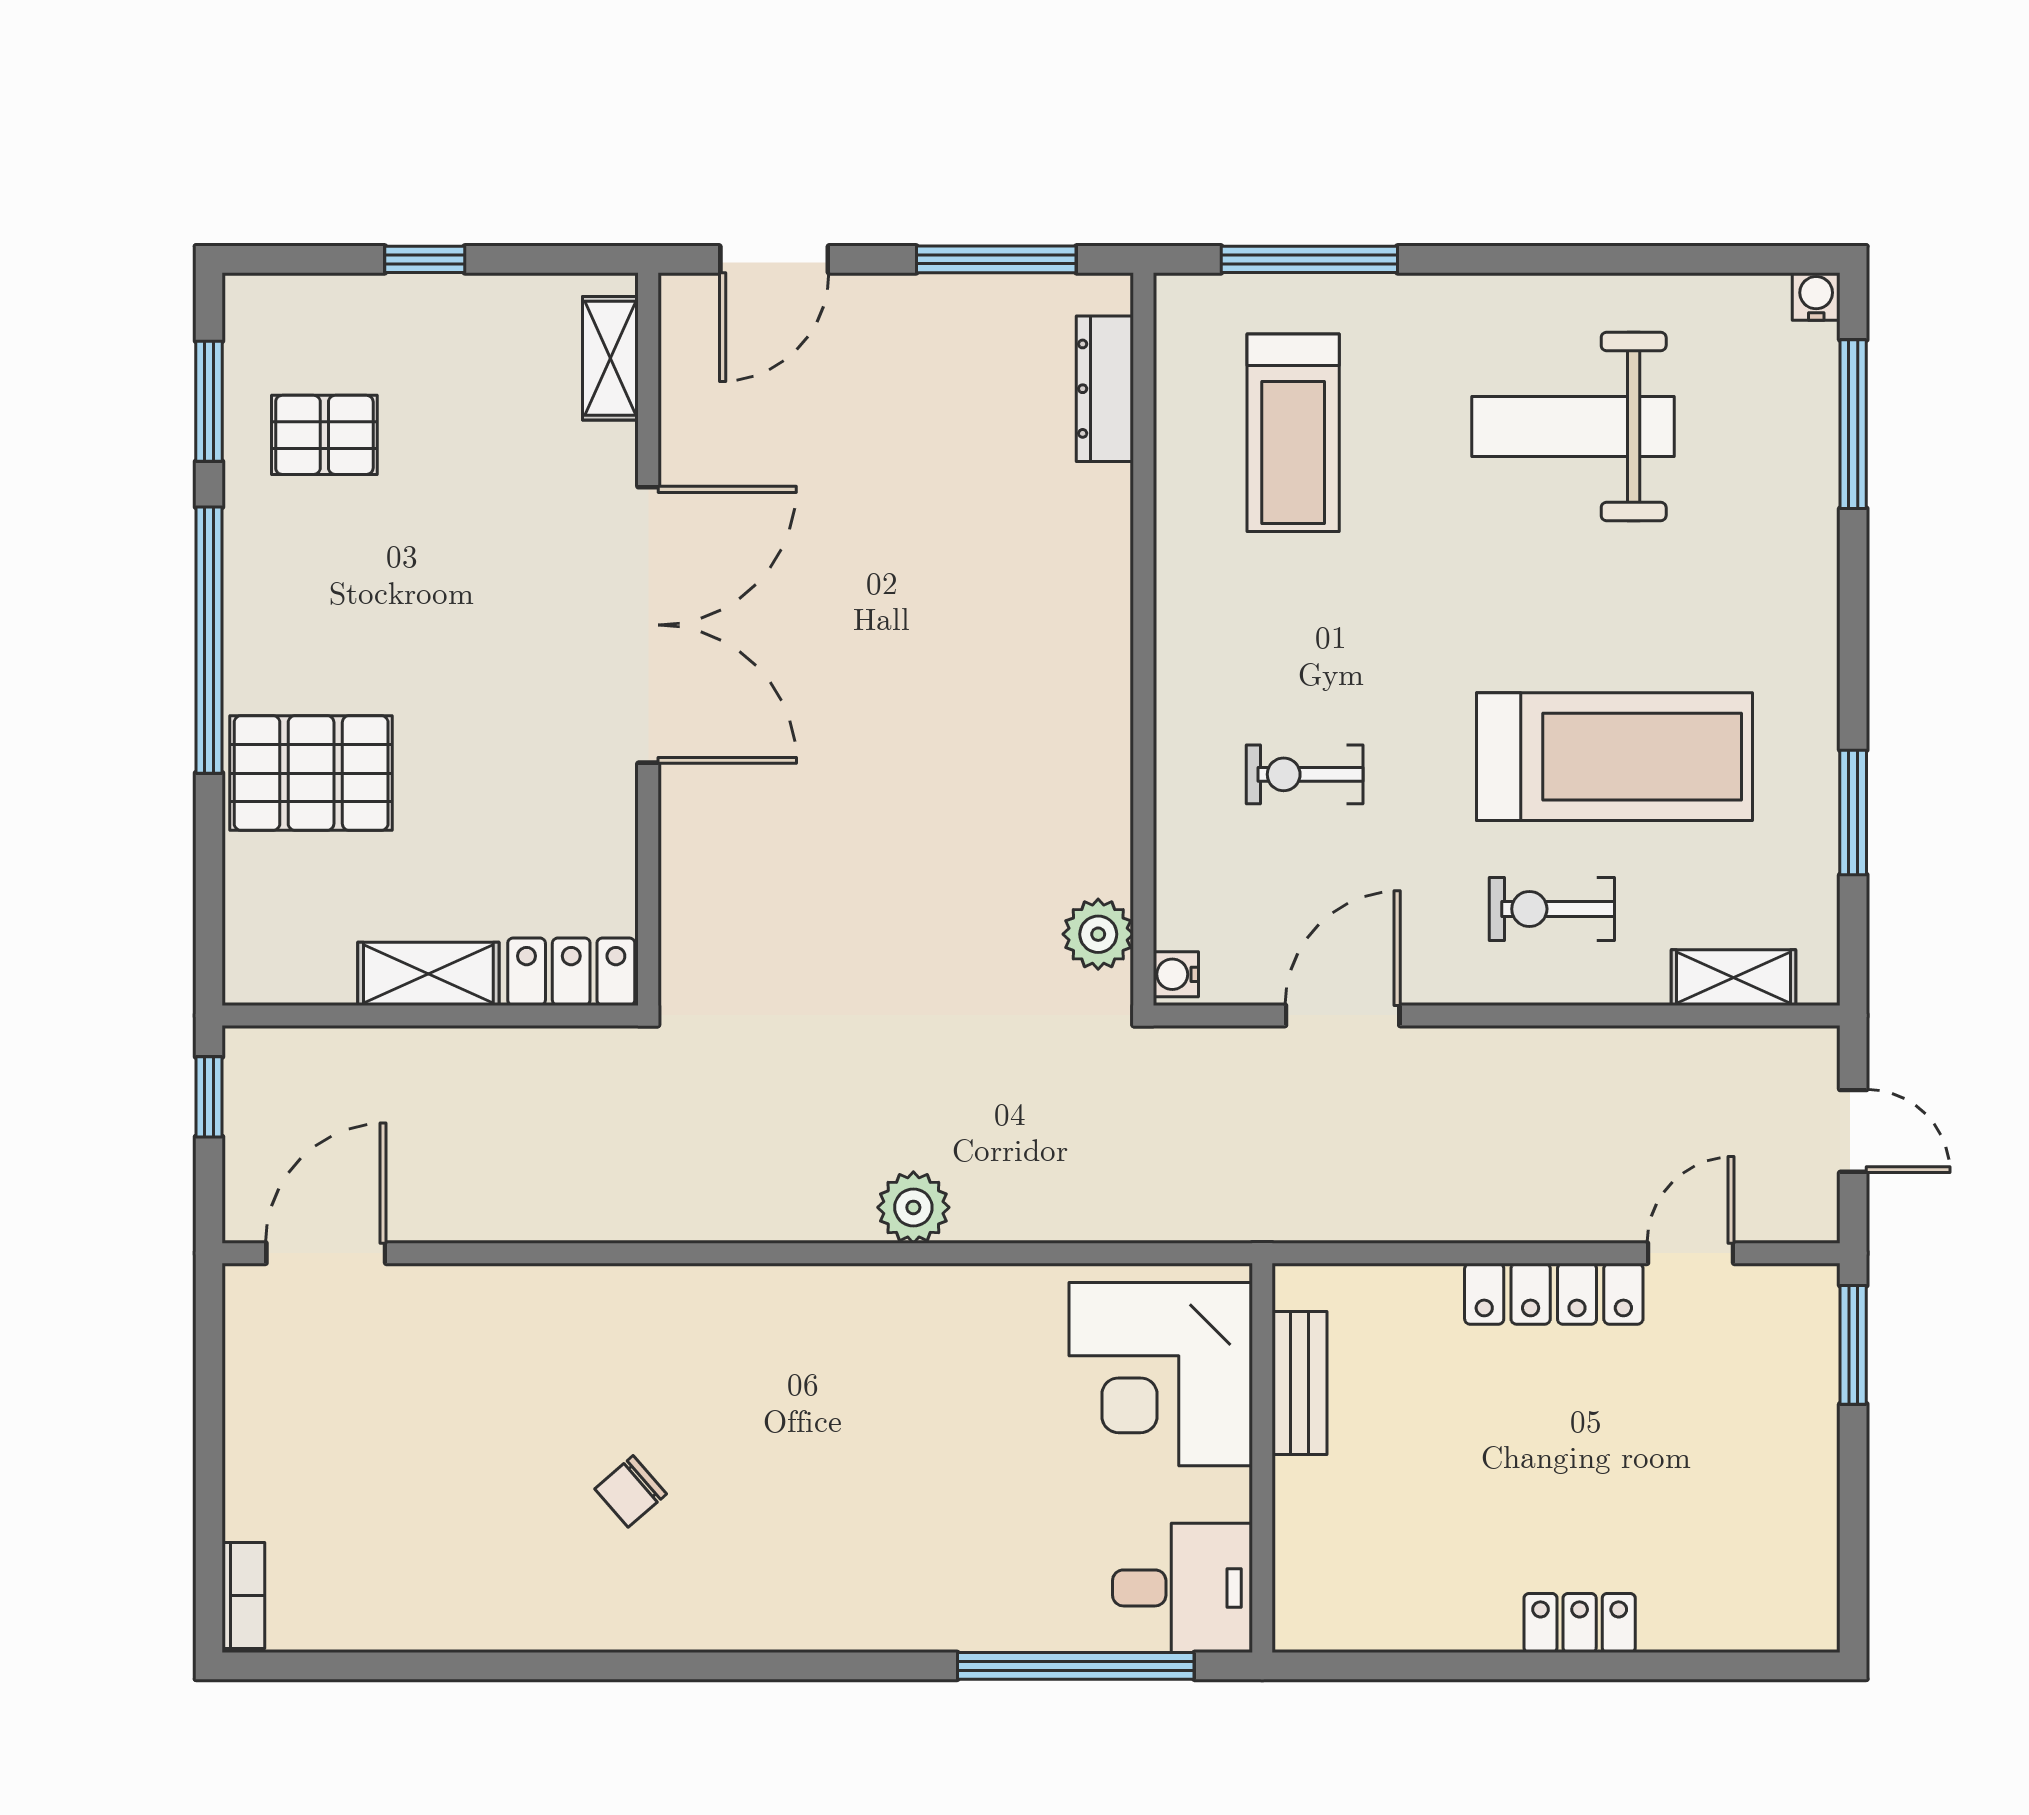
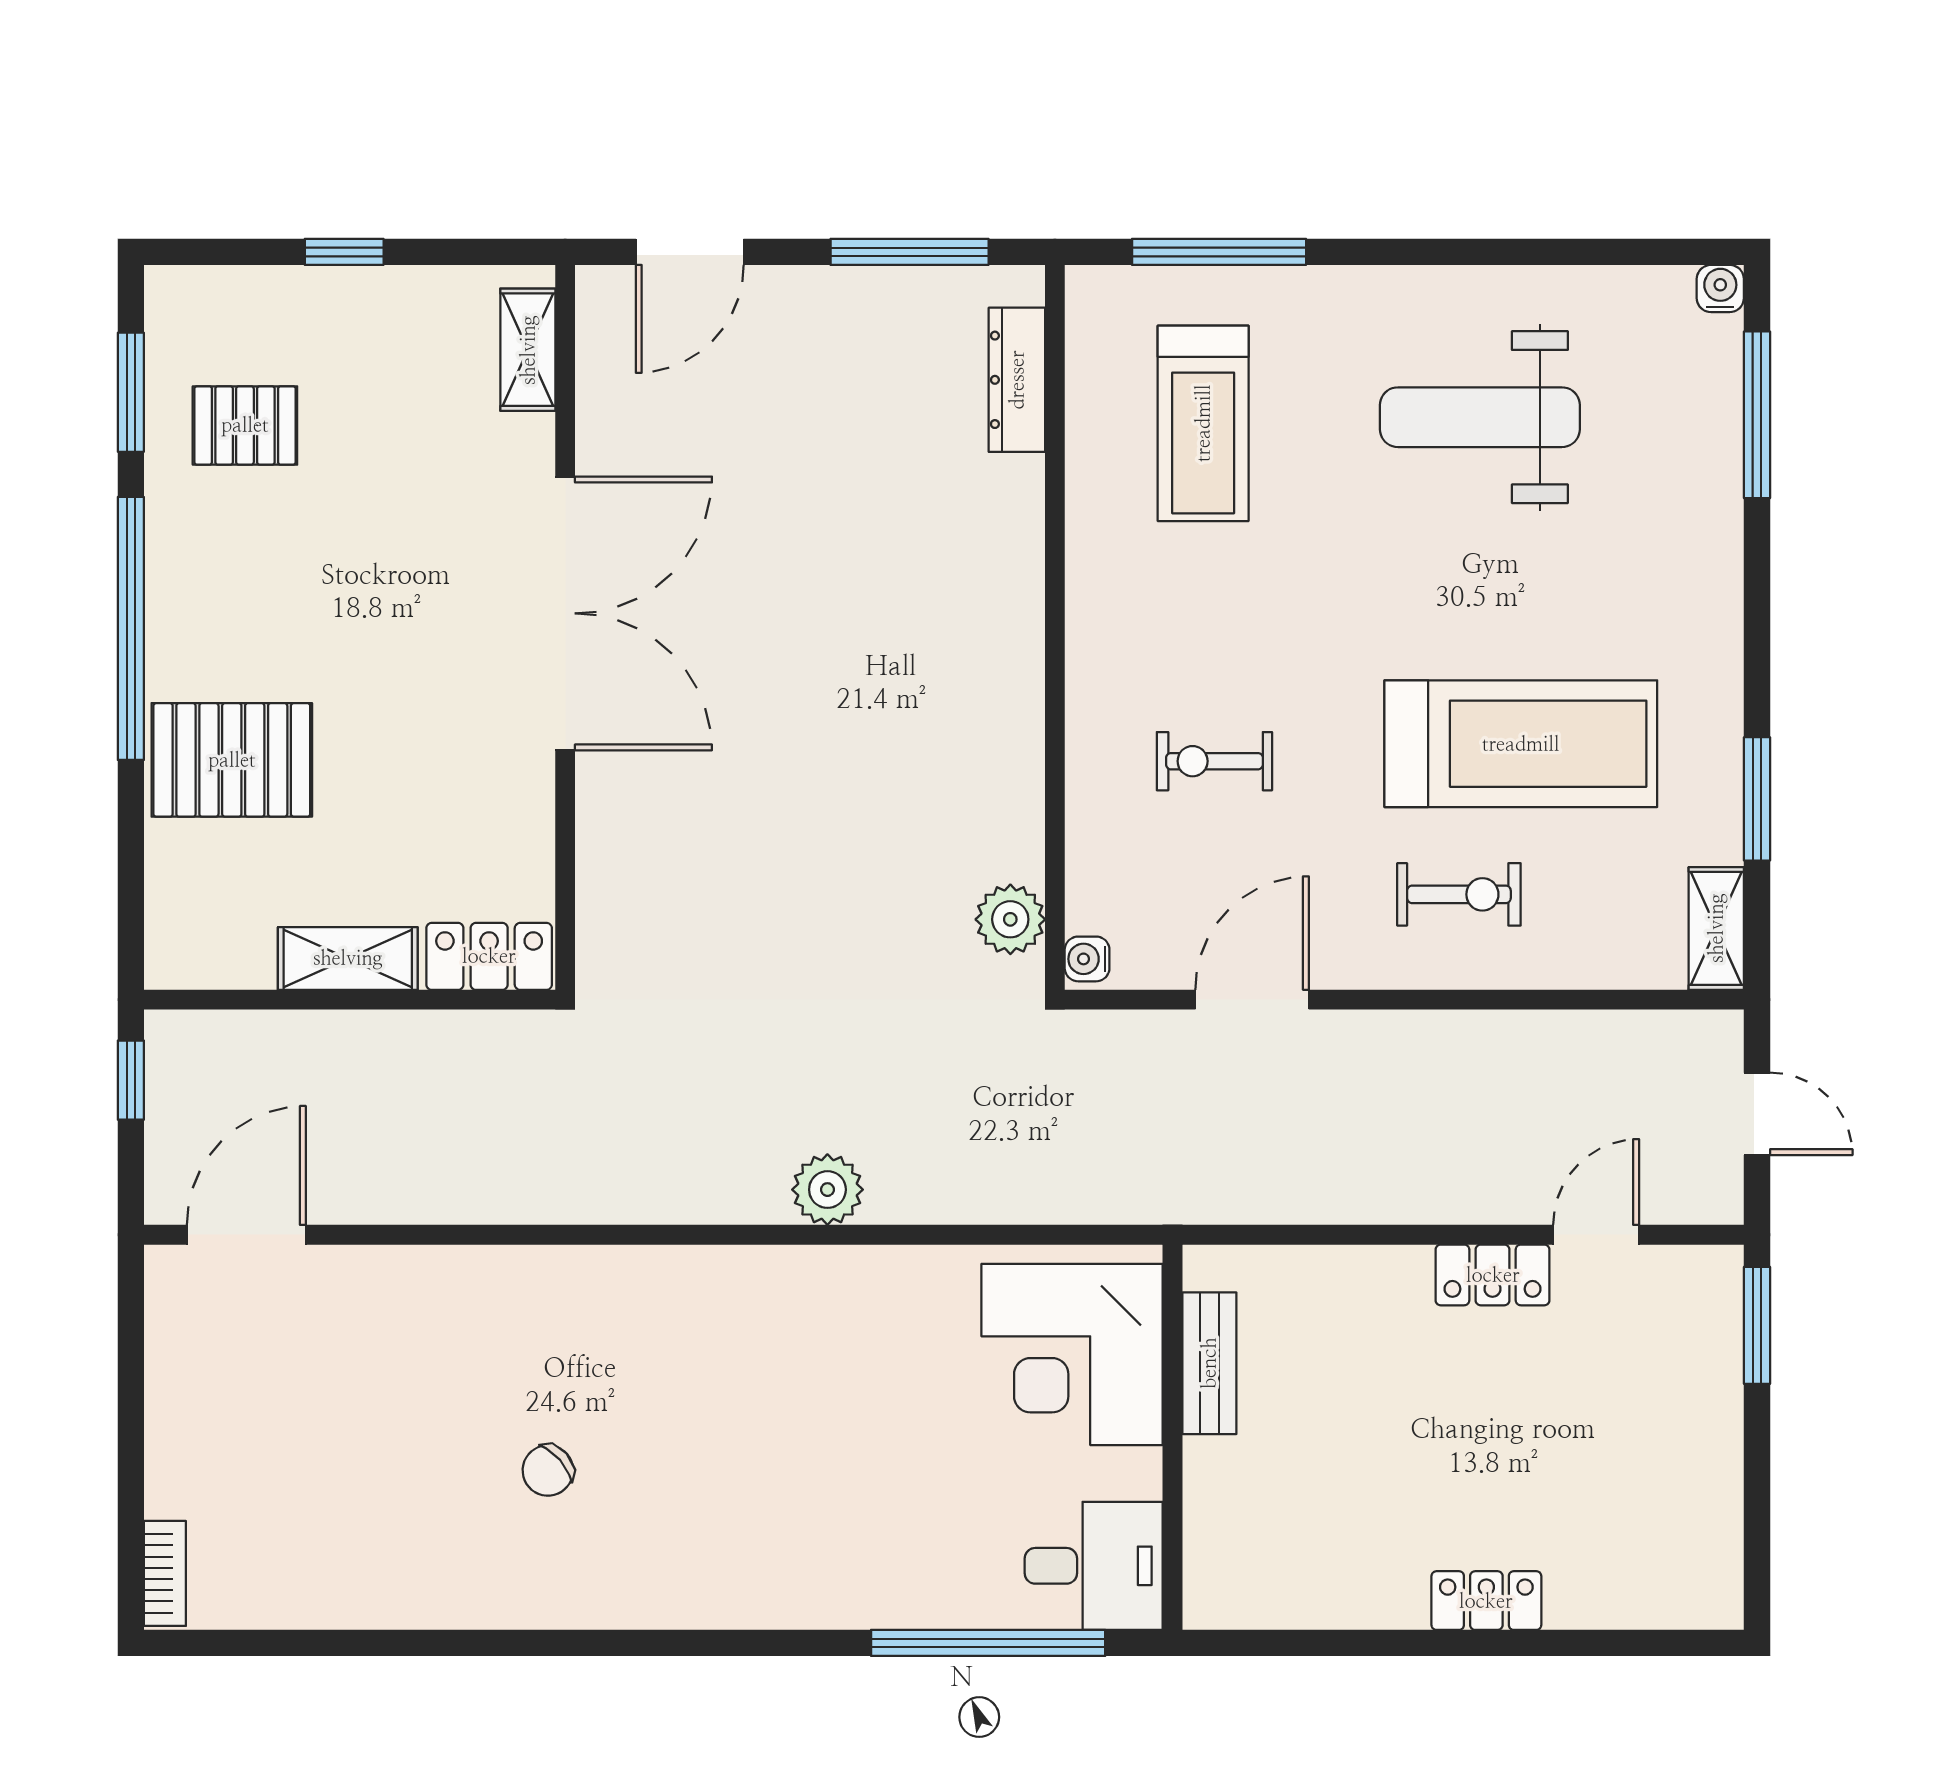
exercise bike: (1552, 909) -> (1459, 894), turned 180
shelving: (1734, 978) -> (1716, 928), moved, turned 90
locker: (1554, 1294) -> (1493, 1275), width x0.66

